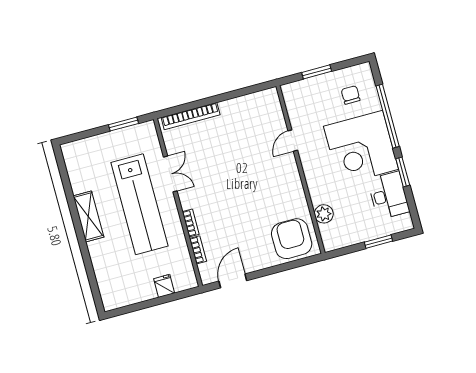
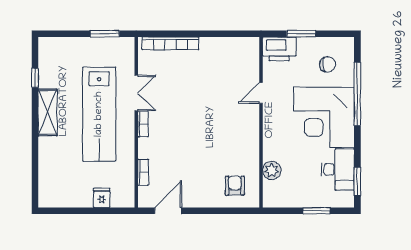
printer: (299, 93) -> (279, 49), added
chair: (351, 95) -> (328, 64), turned 85
window: (403, 172) -> (357, 182), moved
window: (67, 186) -> (35, 78), added
bookcase: (191, 223) -> (143, 124), moved
armchair: (292, 239) -> (235, 186), width x0.53, depth x0.53

